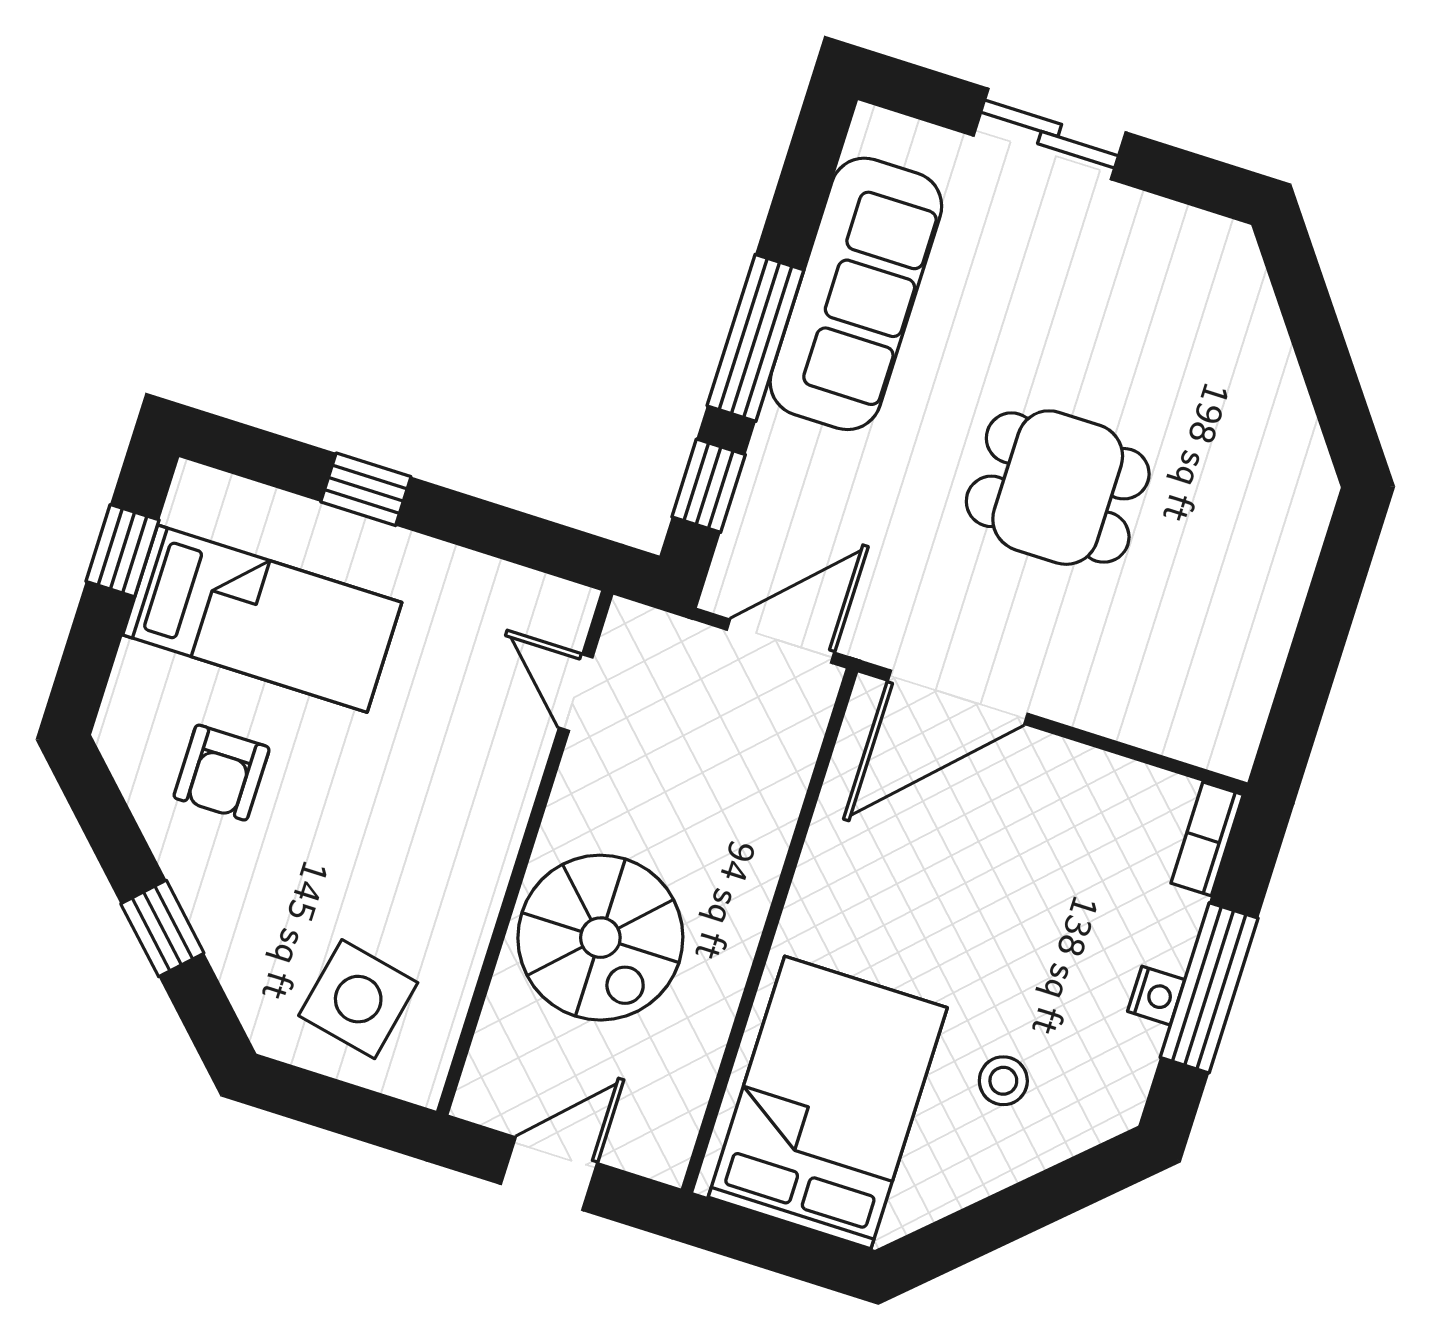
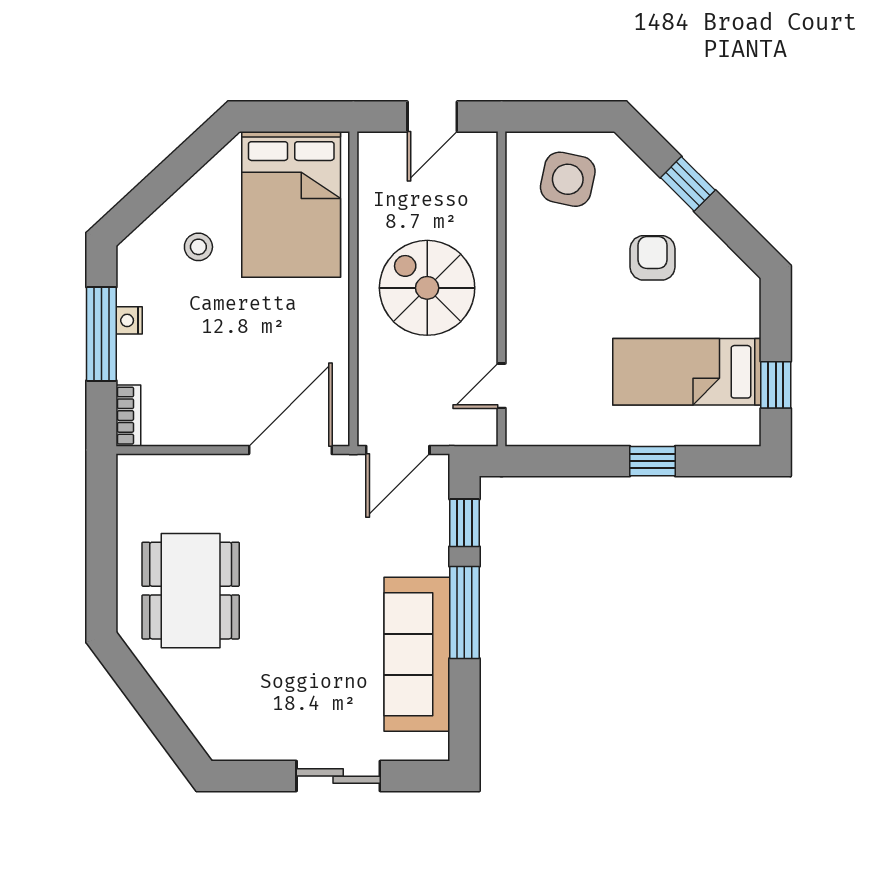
dining table: (1058, 488) -> (191, 591), moved, width x1.38
door: (576, 693) -> (502, 386), swing flipped
armchair: (222, 773) -> (653, 258), moved
spiral stairs: (600, 938) -> (427, 288), moved

